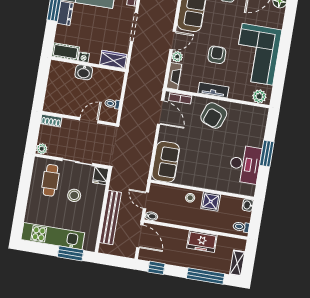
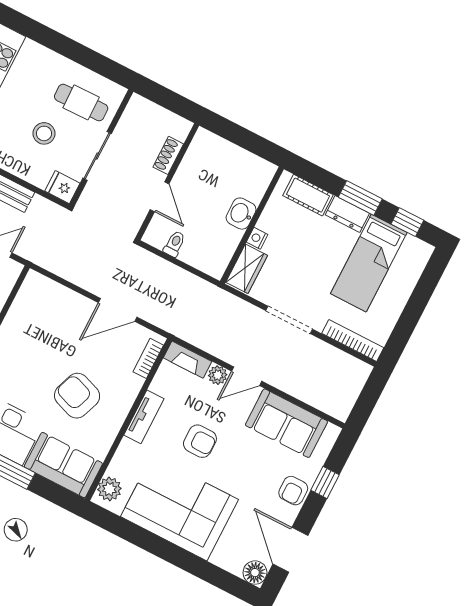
door: (173, 40) -> (247, 376), hinge flipped
cot: (65, 52) -> (308, 195), moved, turned 90
nightstand: (84, 57) -> (257, 238), moved
door: (161, 112) -> (118, 310), moved
armchair: (214, 116) -> (77, 396), moved
shoe rack: (51, 121) -> (168, 155), moved
plant: (42, 149) -> (137, 105), removed
sofa: (166, 162) -> (63, 465), moved, turned 180

